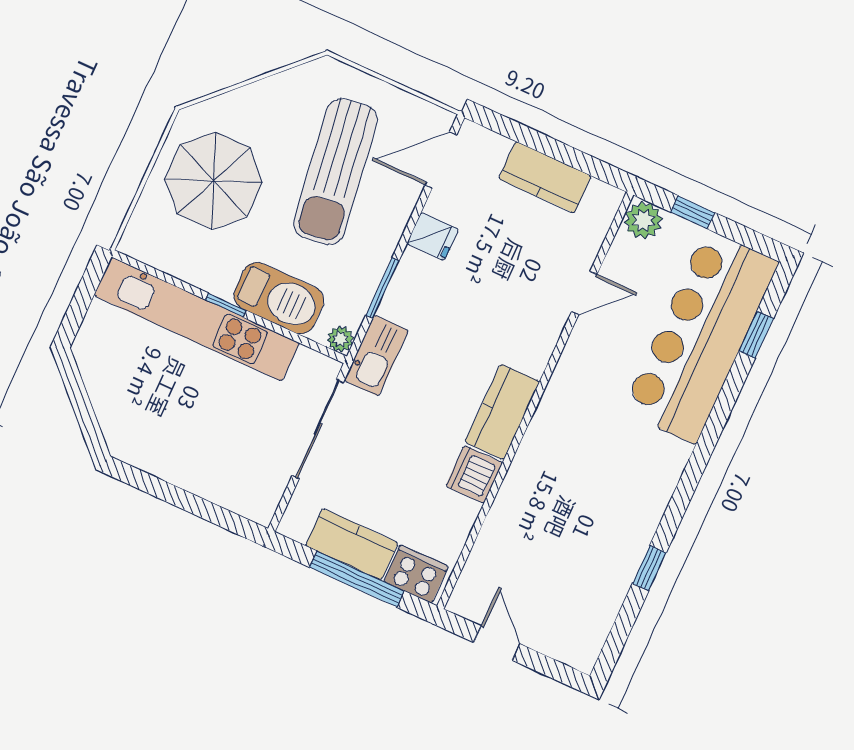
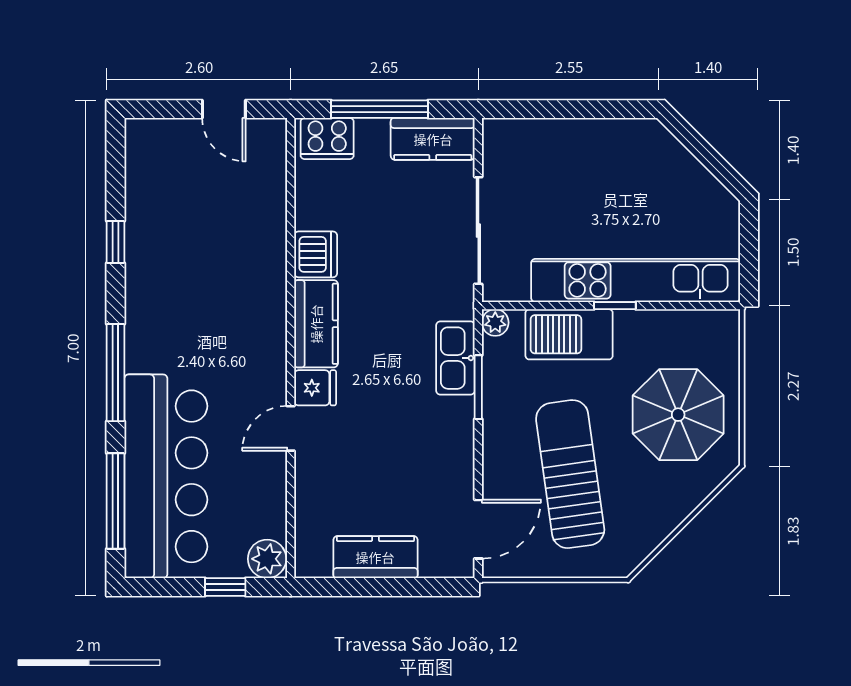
fridge: (433, 236) -> (315, 388), moved, turned 180
door: (584, 293) -> (291, 428), moved
window: (756, 335) -> (115, 501), width x2.17
kitchen sink: (376, 355) -> (455, 358), moved
window: (703, 451) -> (115, 373), added
kitchen counter: (352, 544) -> (433, 139), moved

